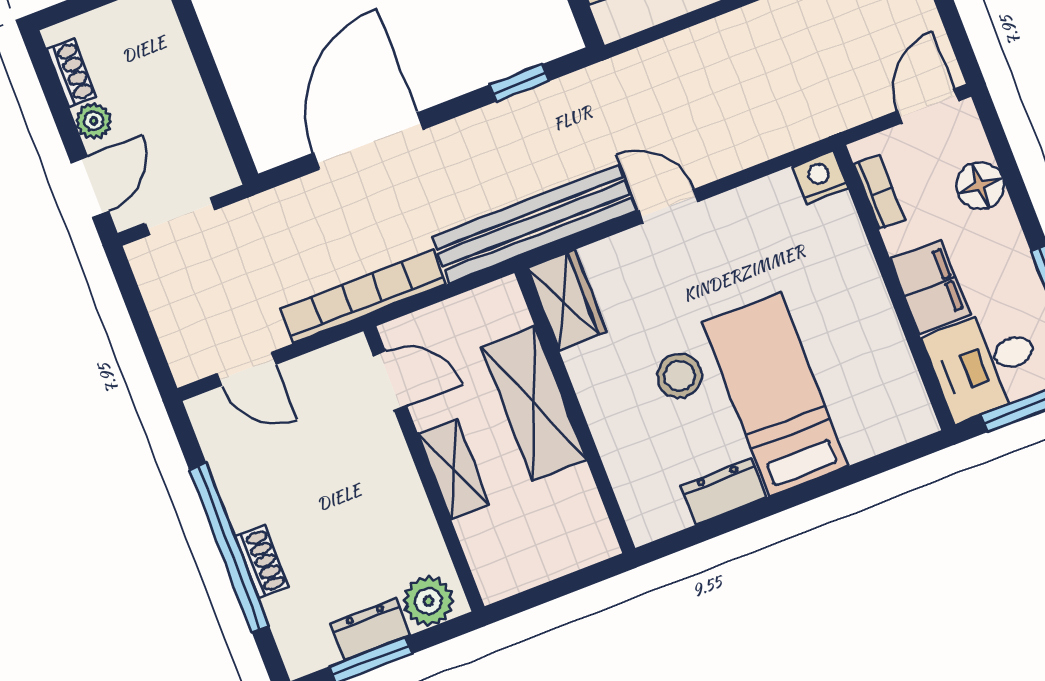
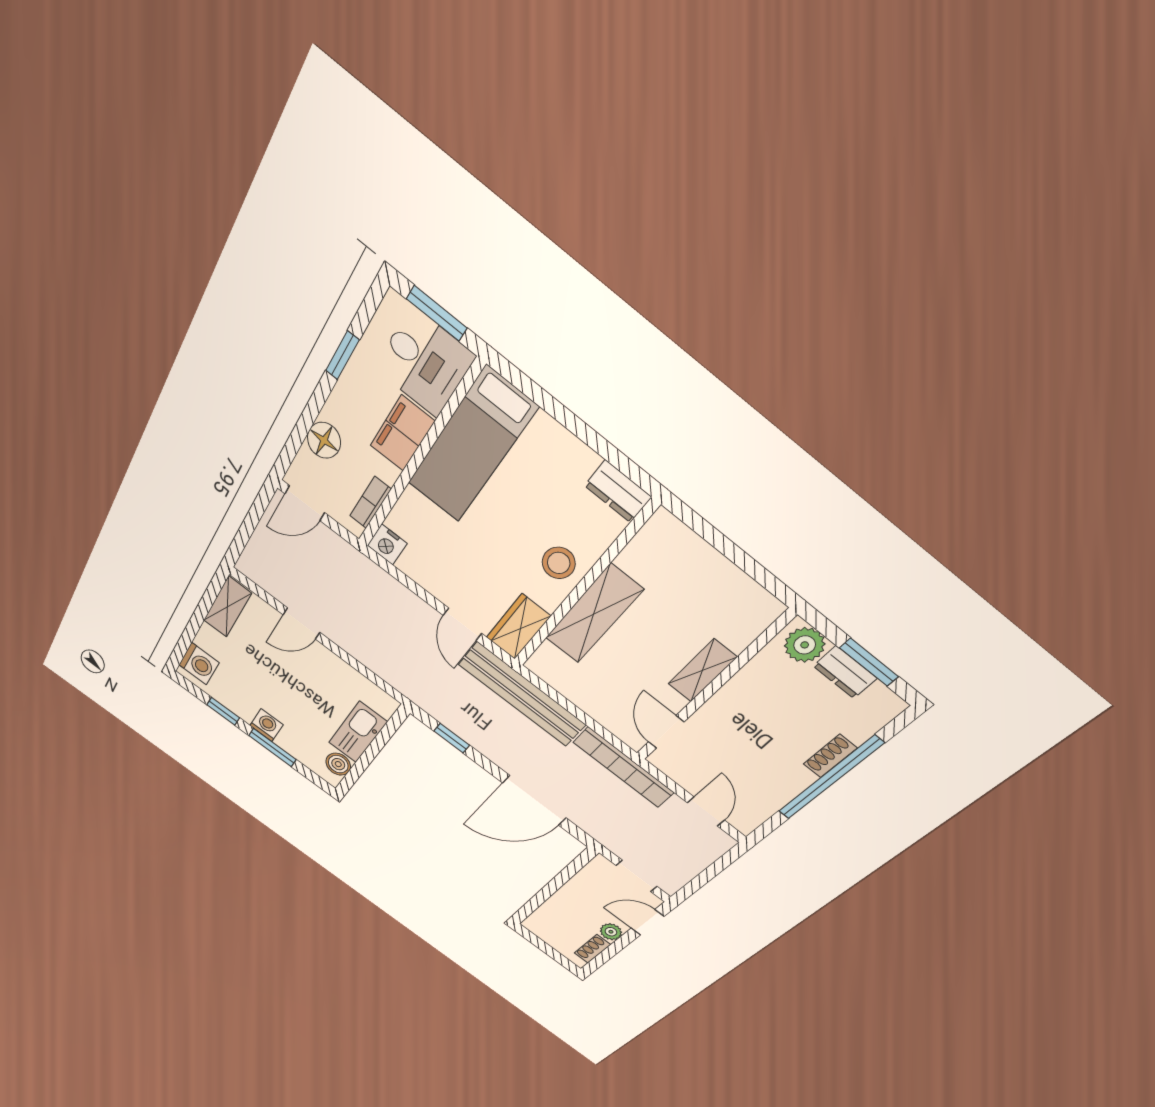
wardrobe: (567, 300) -> (518, 627), moved
bed: (775, 394) -> (472, 446), moved
shelving: (534, 404) -> (594, 614), moved
wall: (575, 411) -> (583, 587), moved

